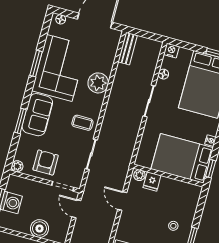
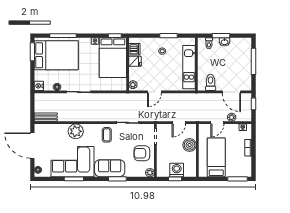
fridge: (152, 181) -> (135, 61), moved
dishwasher: (186, 190) -> (134, 49), added
door: (76, 209) -> (179, 123), moved

